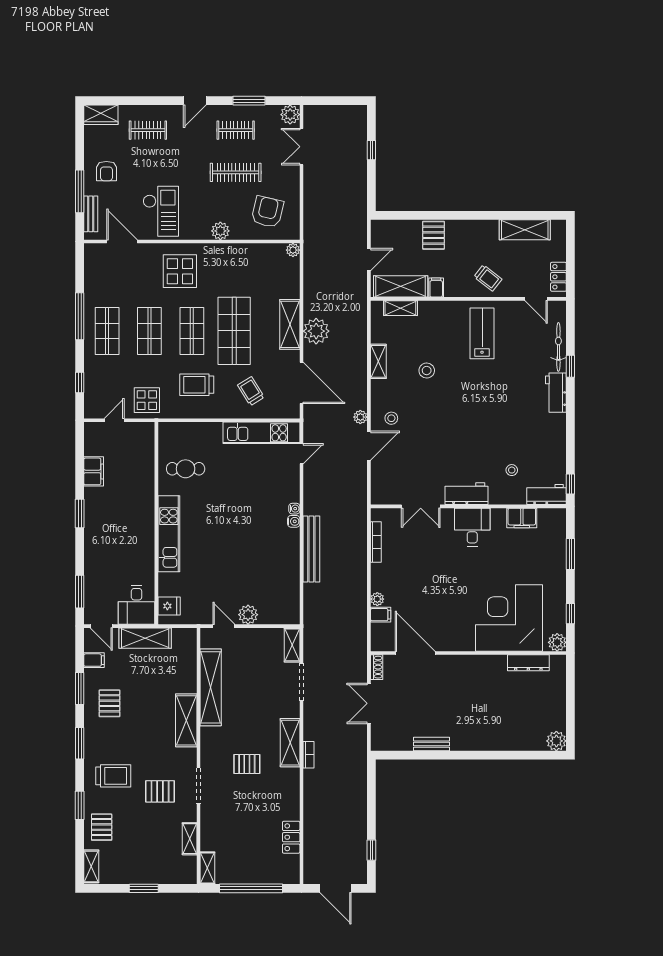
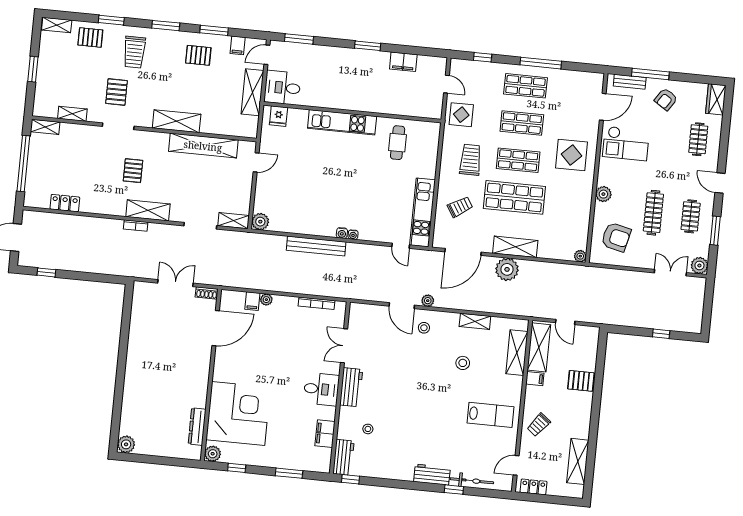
armchair: (106, 171) -> (666, 99), turned -57
shelving: (400, 308) -> (517, 353), width x1.50, depth x1.33
plant: (248, 615) -> (260, 222), moved
bench: (431, 744) -> (134, 334), removed

